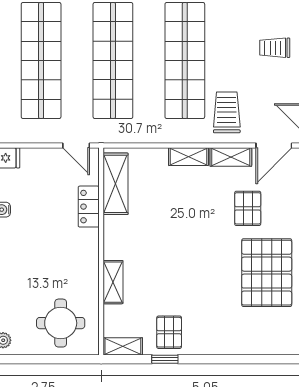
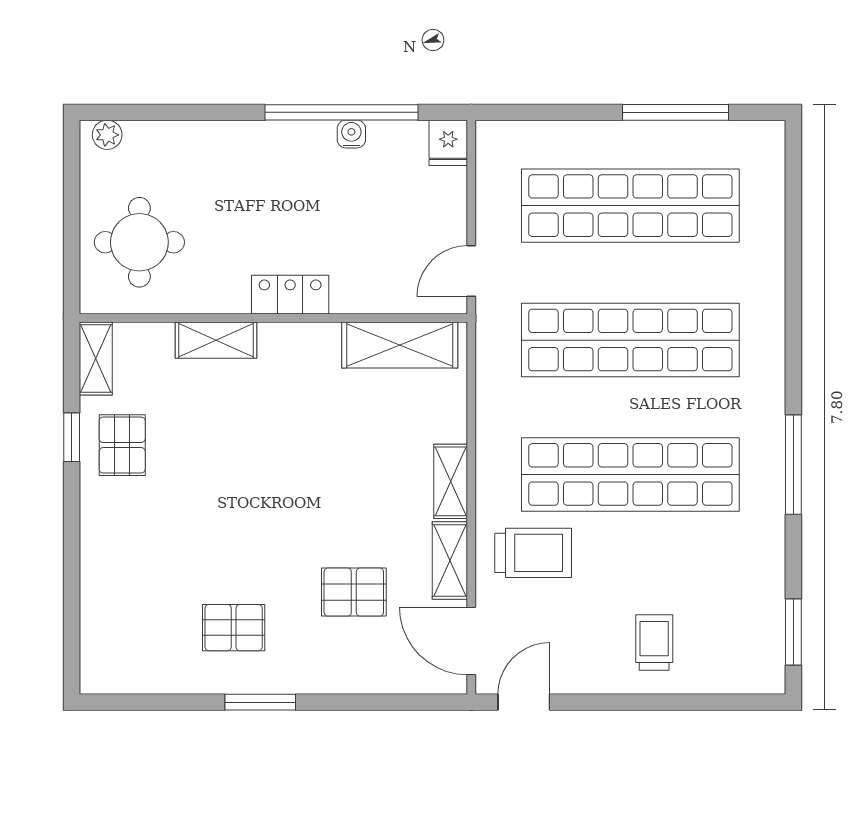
locker: (89, 207) -> (290, 295), moved
pallet: (267, 273) -> (234, 628), width x0.49, depth x0.50
pallet: (169, 332) -> (122, 445), turned 90

